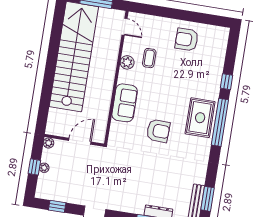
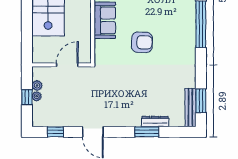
rug: (200, 118) -> (181, 23), removed
plant: (49, 143) -> (37, 85), moved

